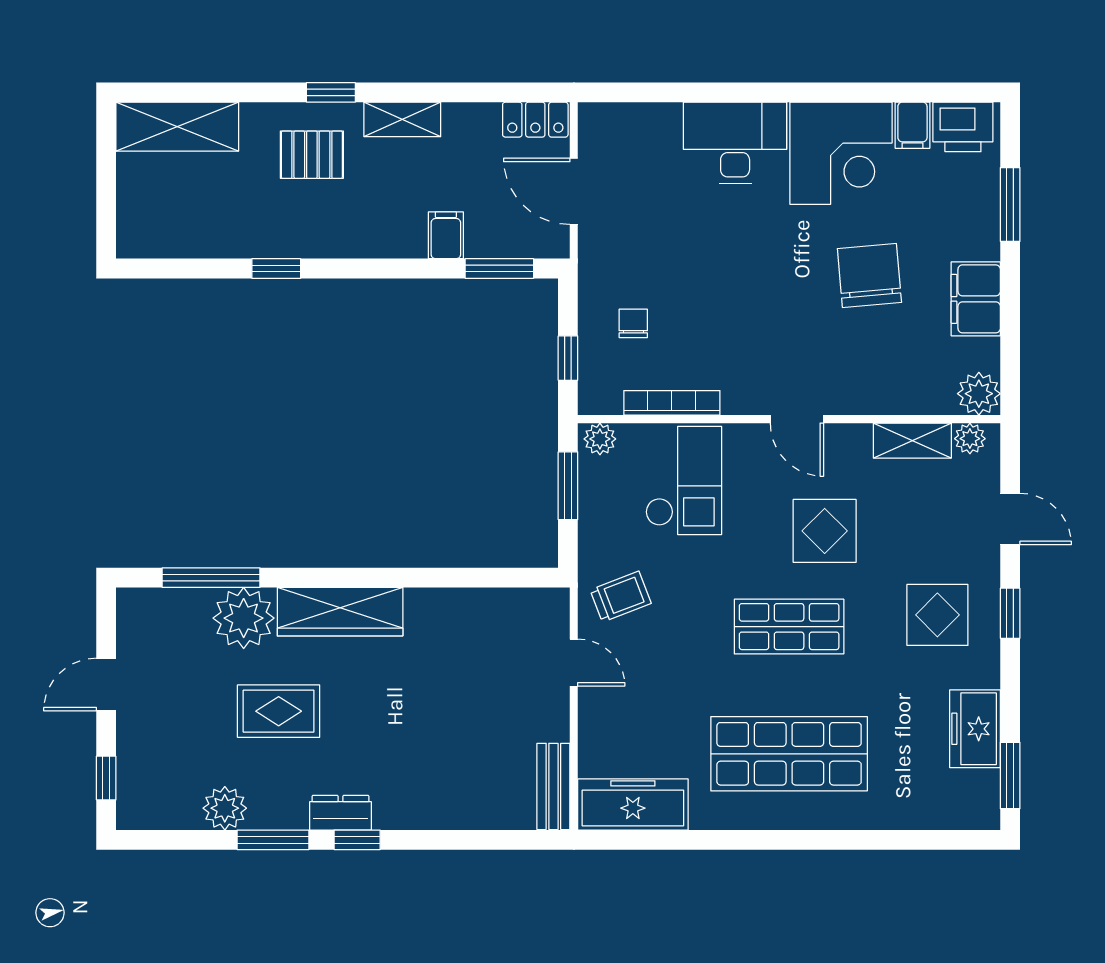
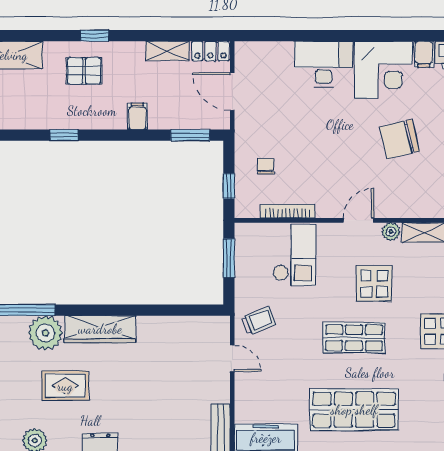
shelving: (402, 119) -> (167, 51), moved
filing cabinet: (446, 235) -> (138, 116), moved
chair: (869, 275) -> (399, 139), turned -99
door: (797, 419) -> (358, 220), swing flipped
plant: (600, 439) -> (391, 232), moved

